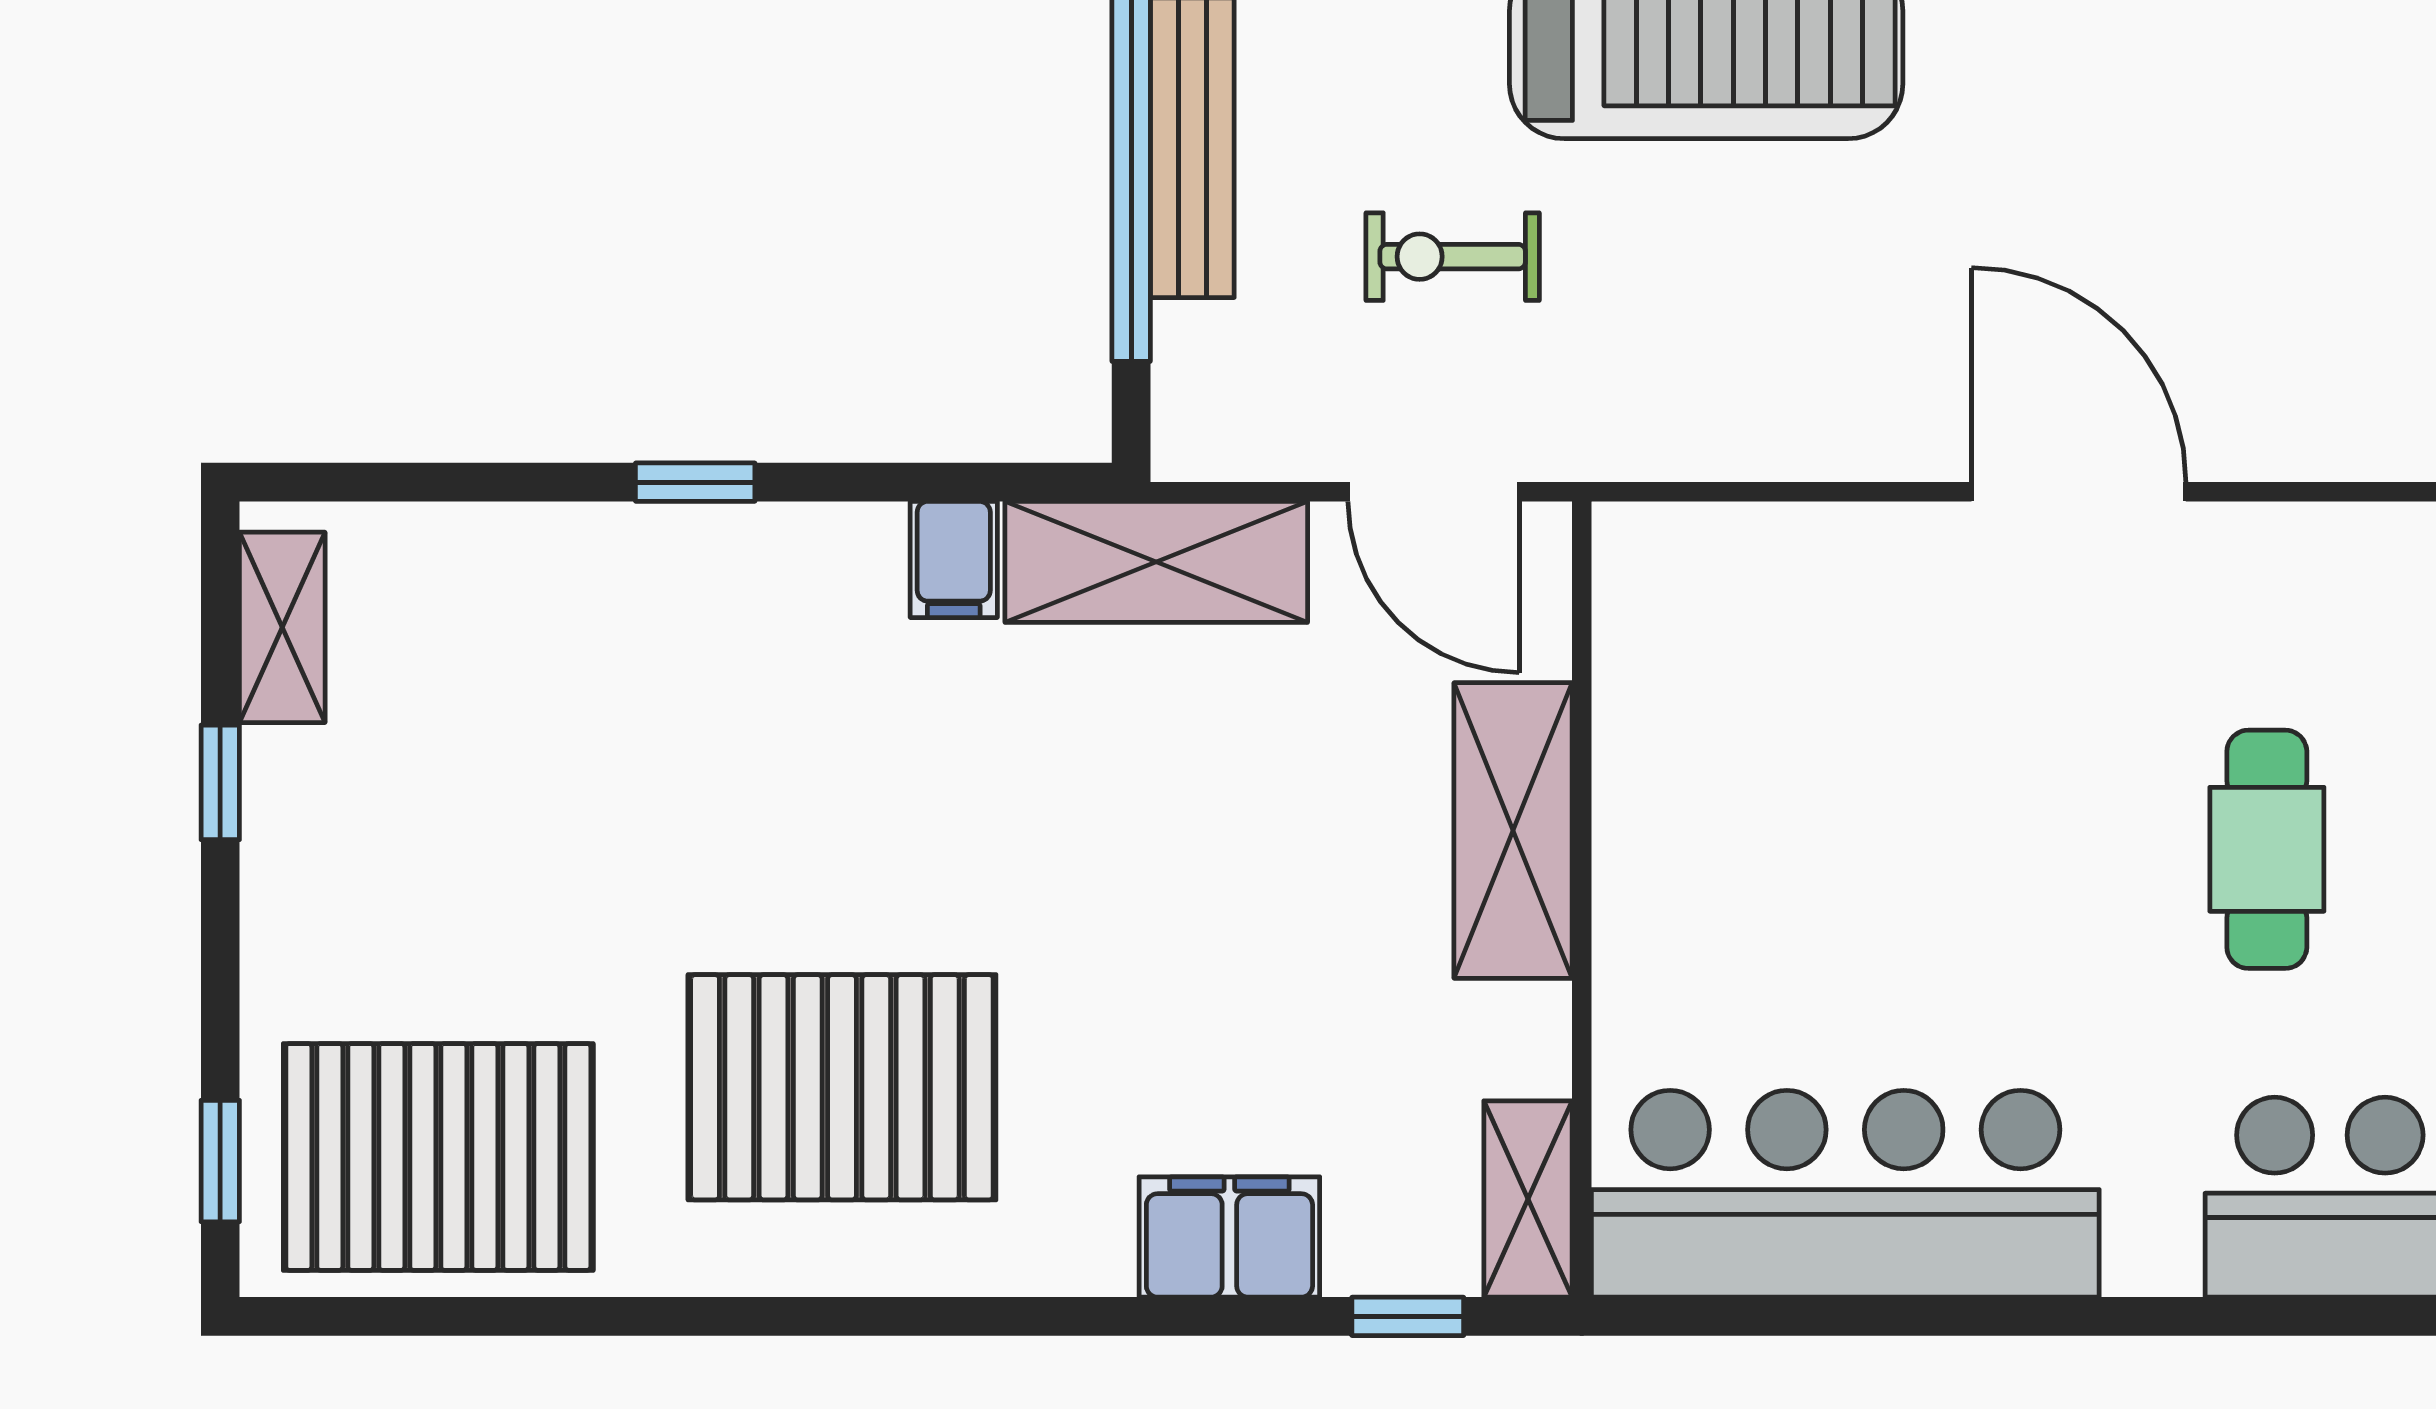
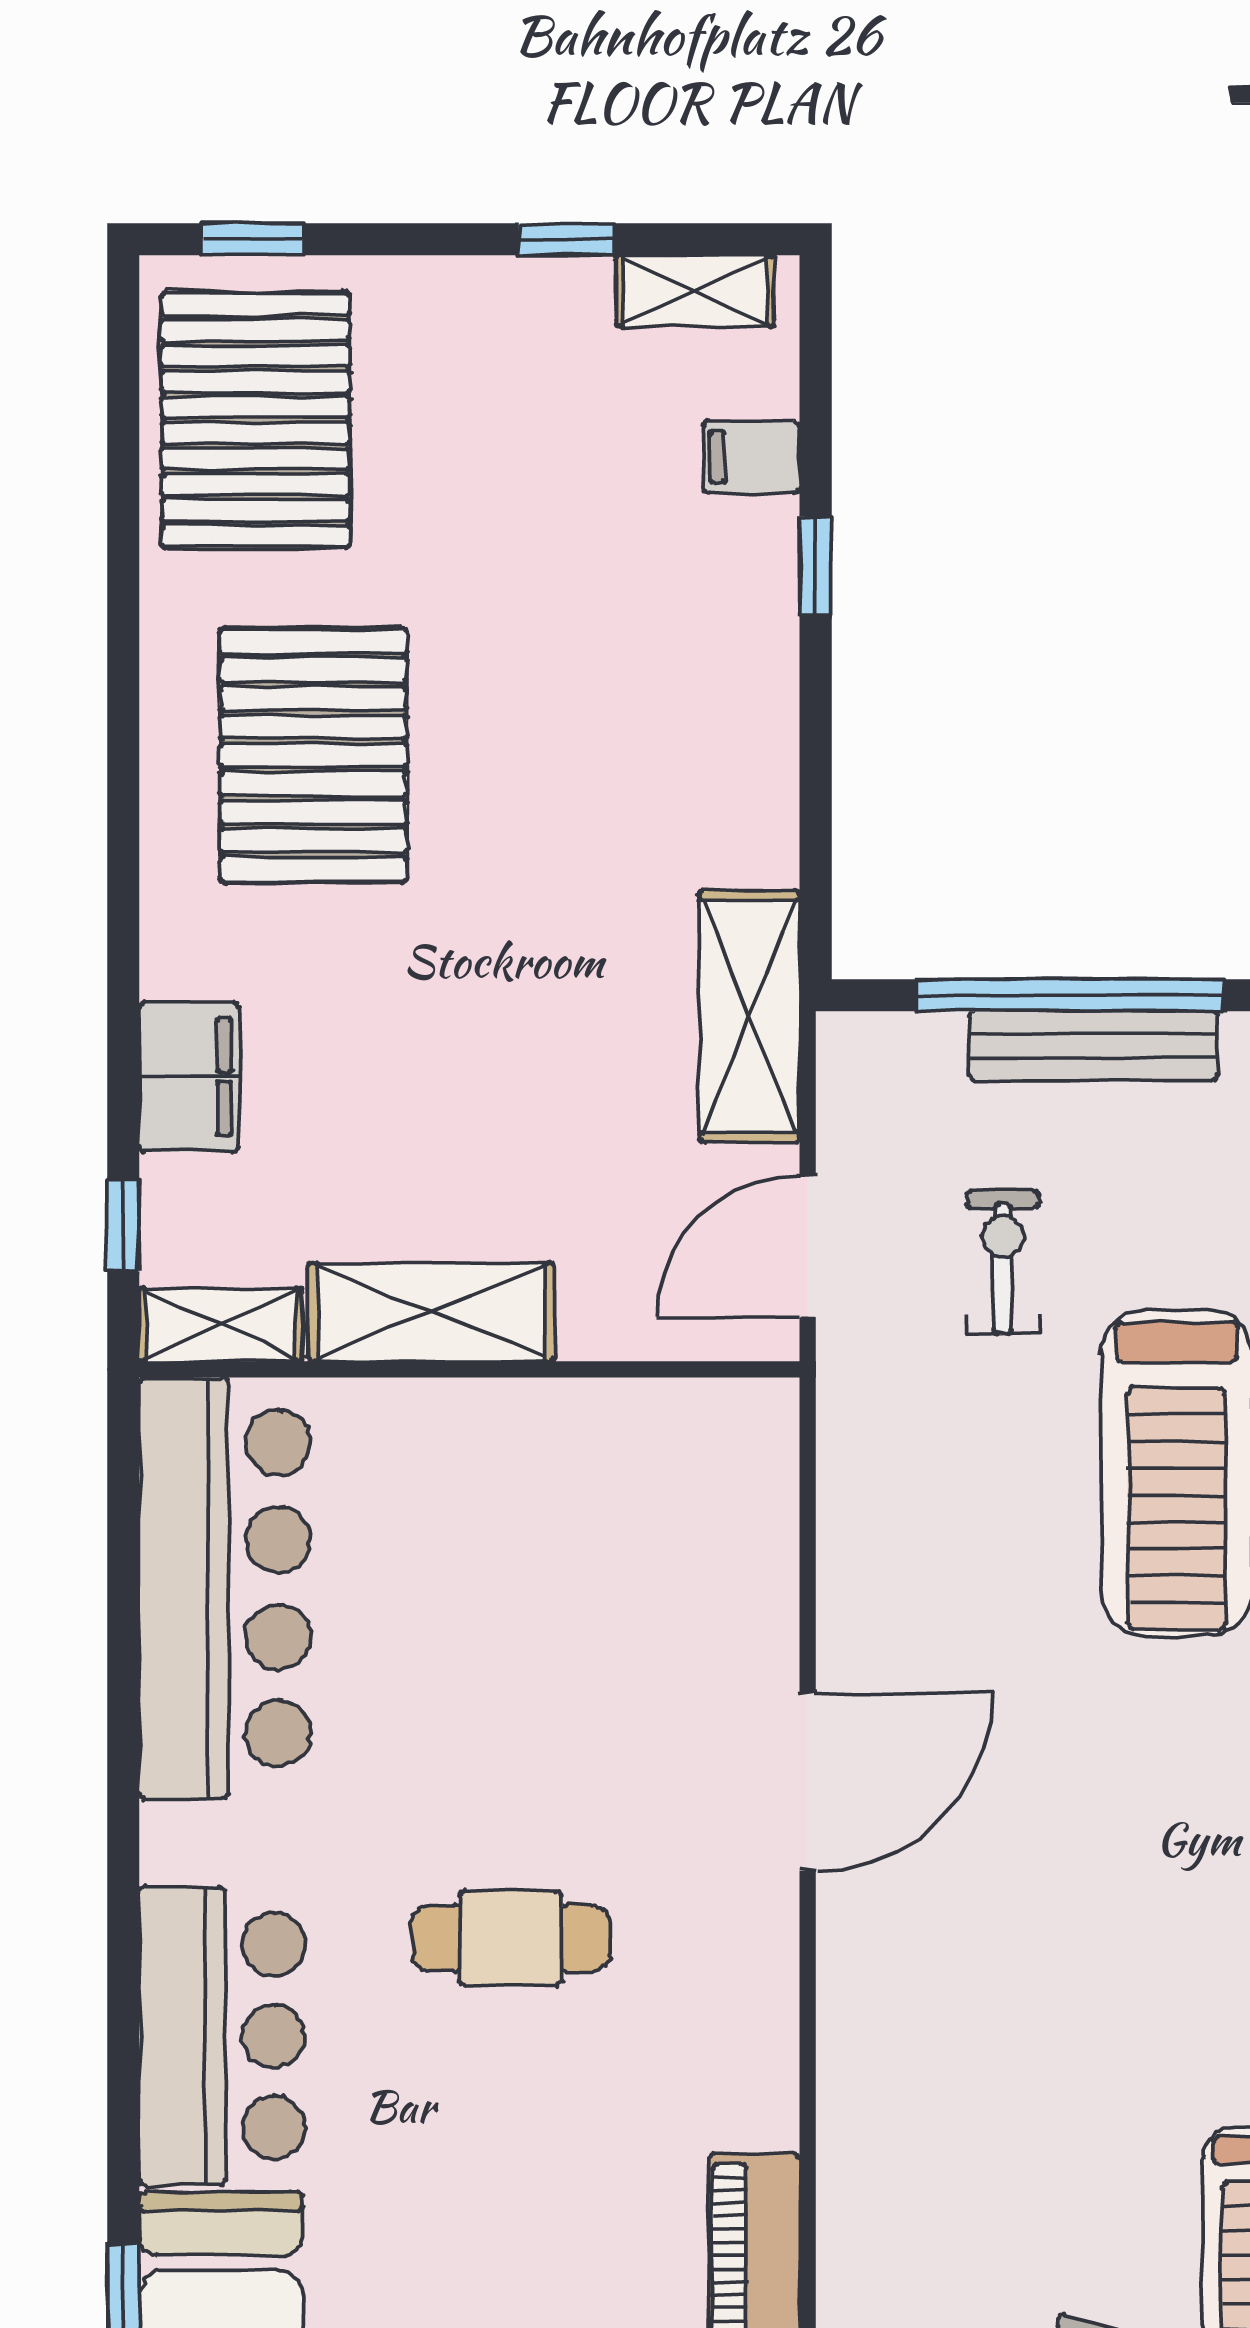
window: (695, 482) -> (816, 566), moved
filing cabinet: (954, 559) -> (751, 457), moved
shelving: (1513, 830) -> (431, 1312), moved

